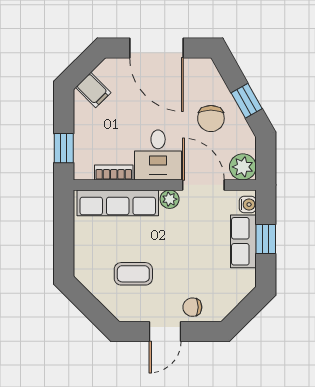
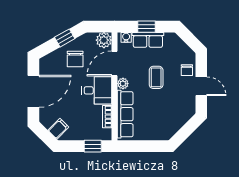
chair: (211, 118) -> (75, 59), turned 90
coffee table: (133, 274) -> (156, 77), moved

